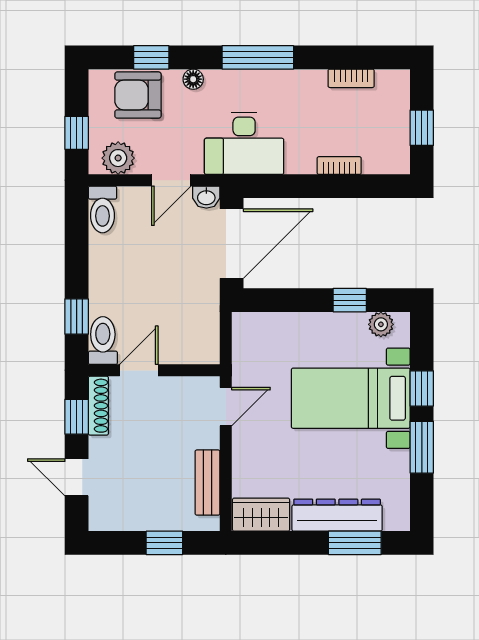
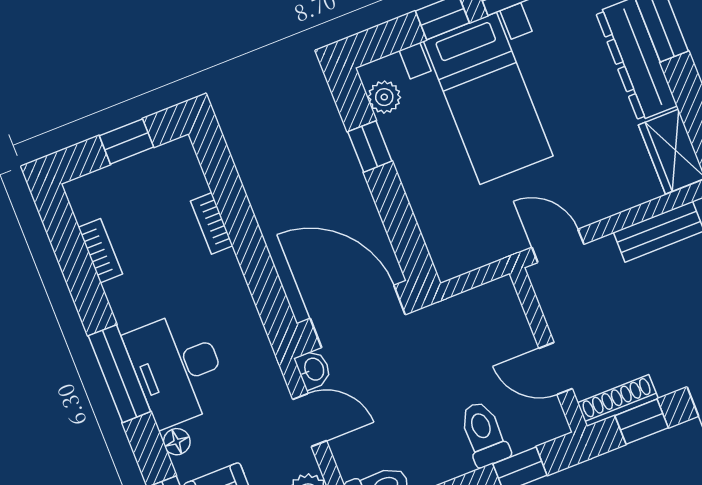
desk: (244, 143) -> (177, 368), moved, turned 180
toilet: (103, 341) -> (484, 434), moved, turned 90

